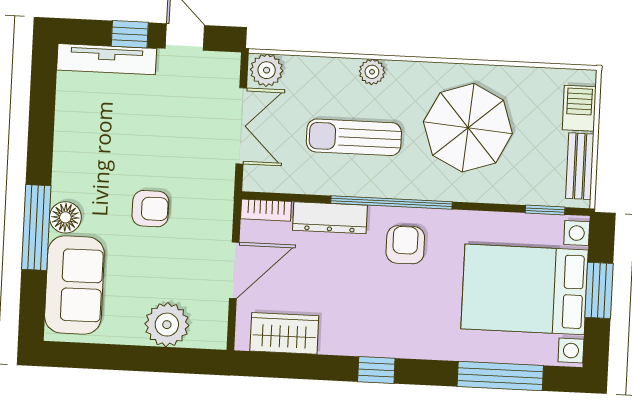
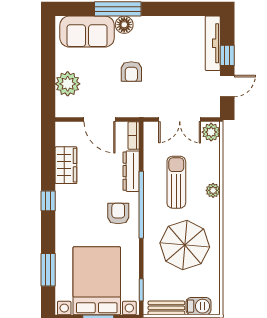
armchair: (405, 245) -> (118, 214), turned -90
wardrobe: (284, 333) -> (66, 165), moved
window: (500, 376) -> (48, 270), width x0.69

